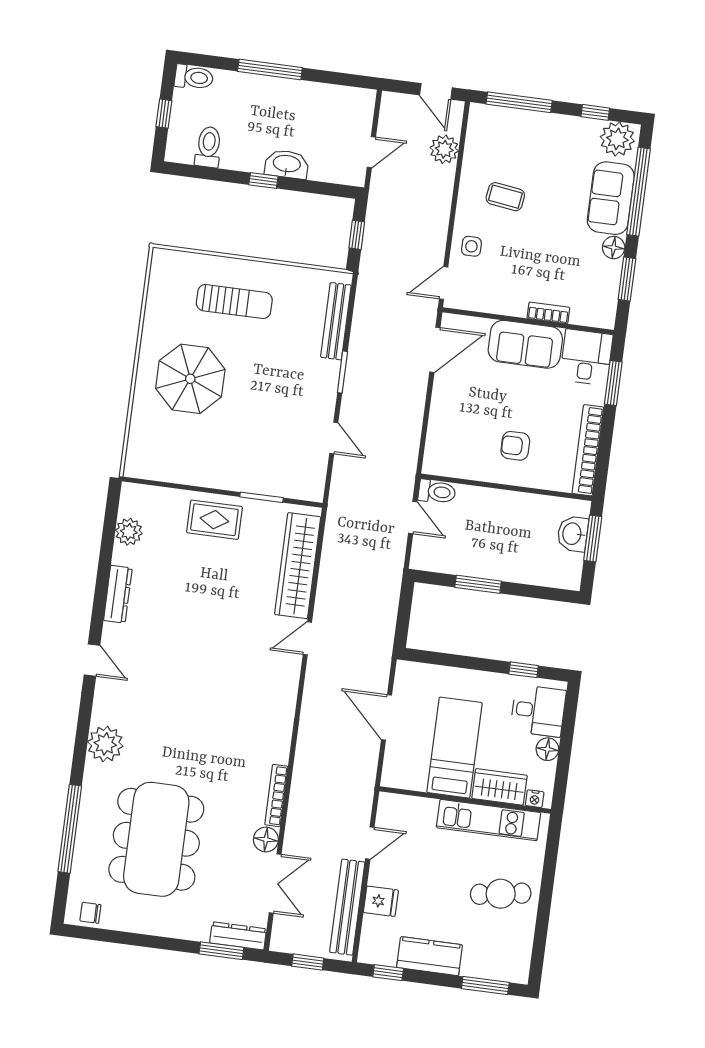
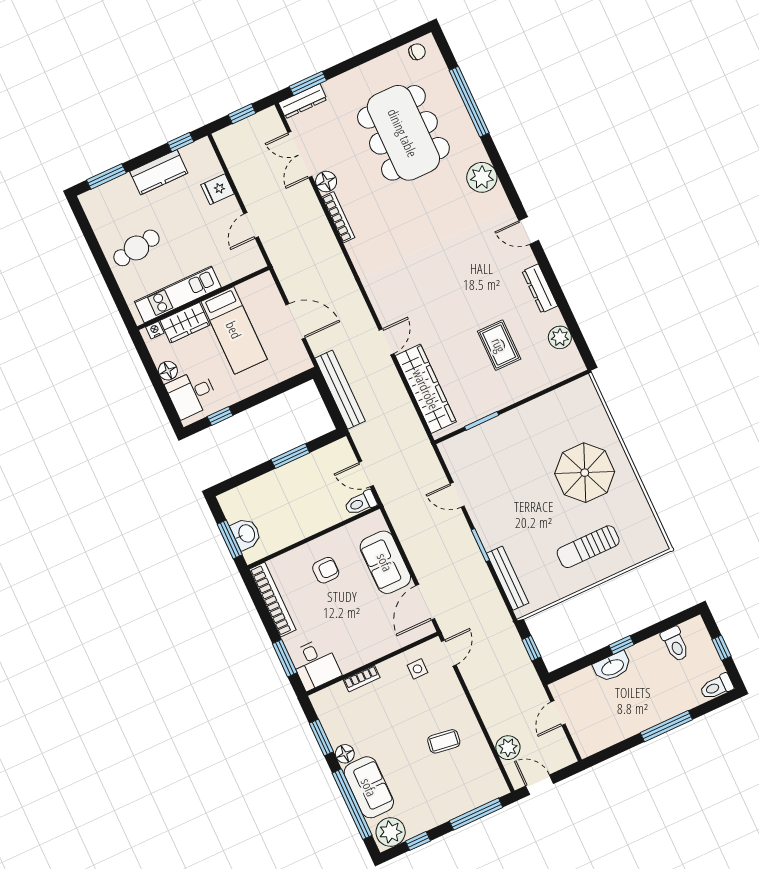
side table: (471, 246) -> (417, 669), moved
sofa: (525, 344) -> (385, 562), moved, turned -90
rug: (214, 520) -> (499, 345), moved, turned 90
bench: (347, 907) -> (340, 390), moved

